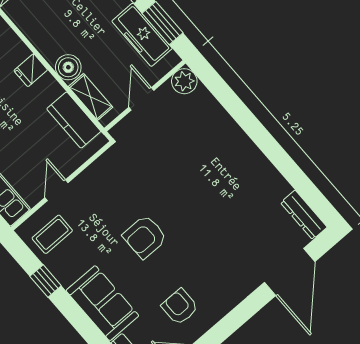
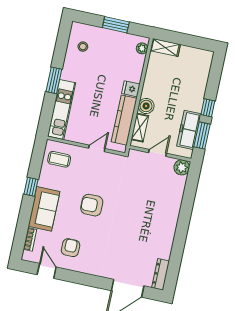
kitchen counter: (74, 120) -> (124, 120), width x1.50
door: (56, 190) -> (97, 148), moved
window: (46, 281) -> (31, 187), moved

